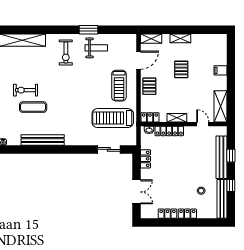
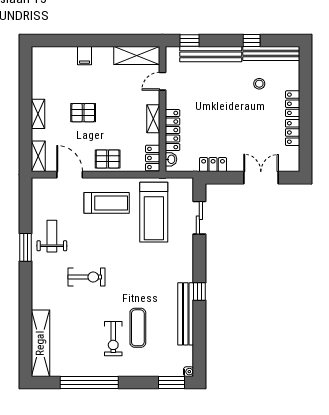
exercise bike: (66, 53) -> (87, 277), moved
window: (58, 149) -> (199, 291), added
window: (231, 156) -> (190, 41), moved

